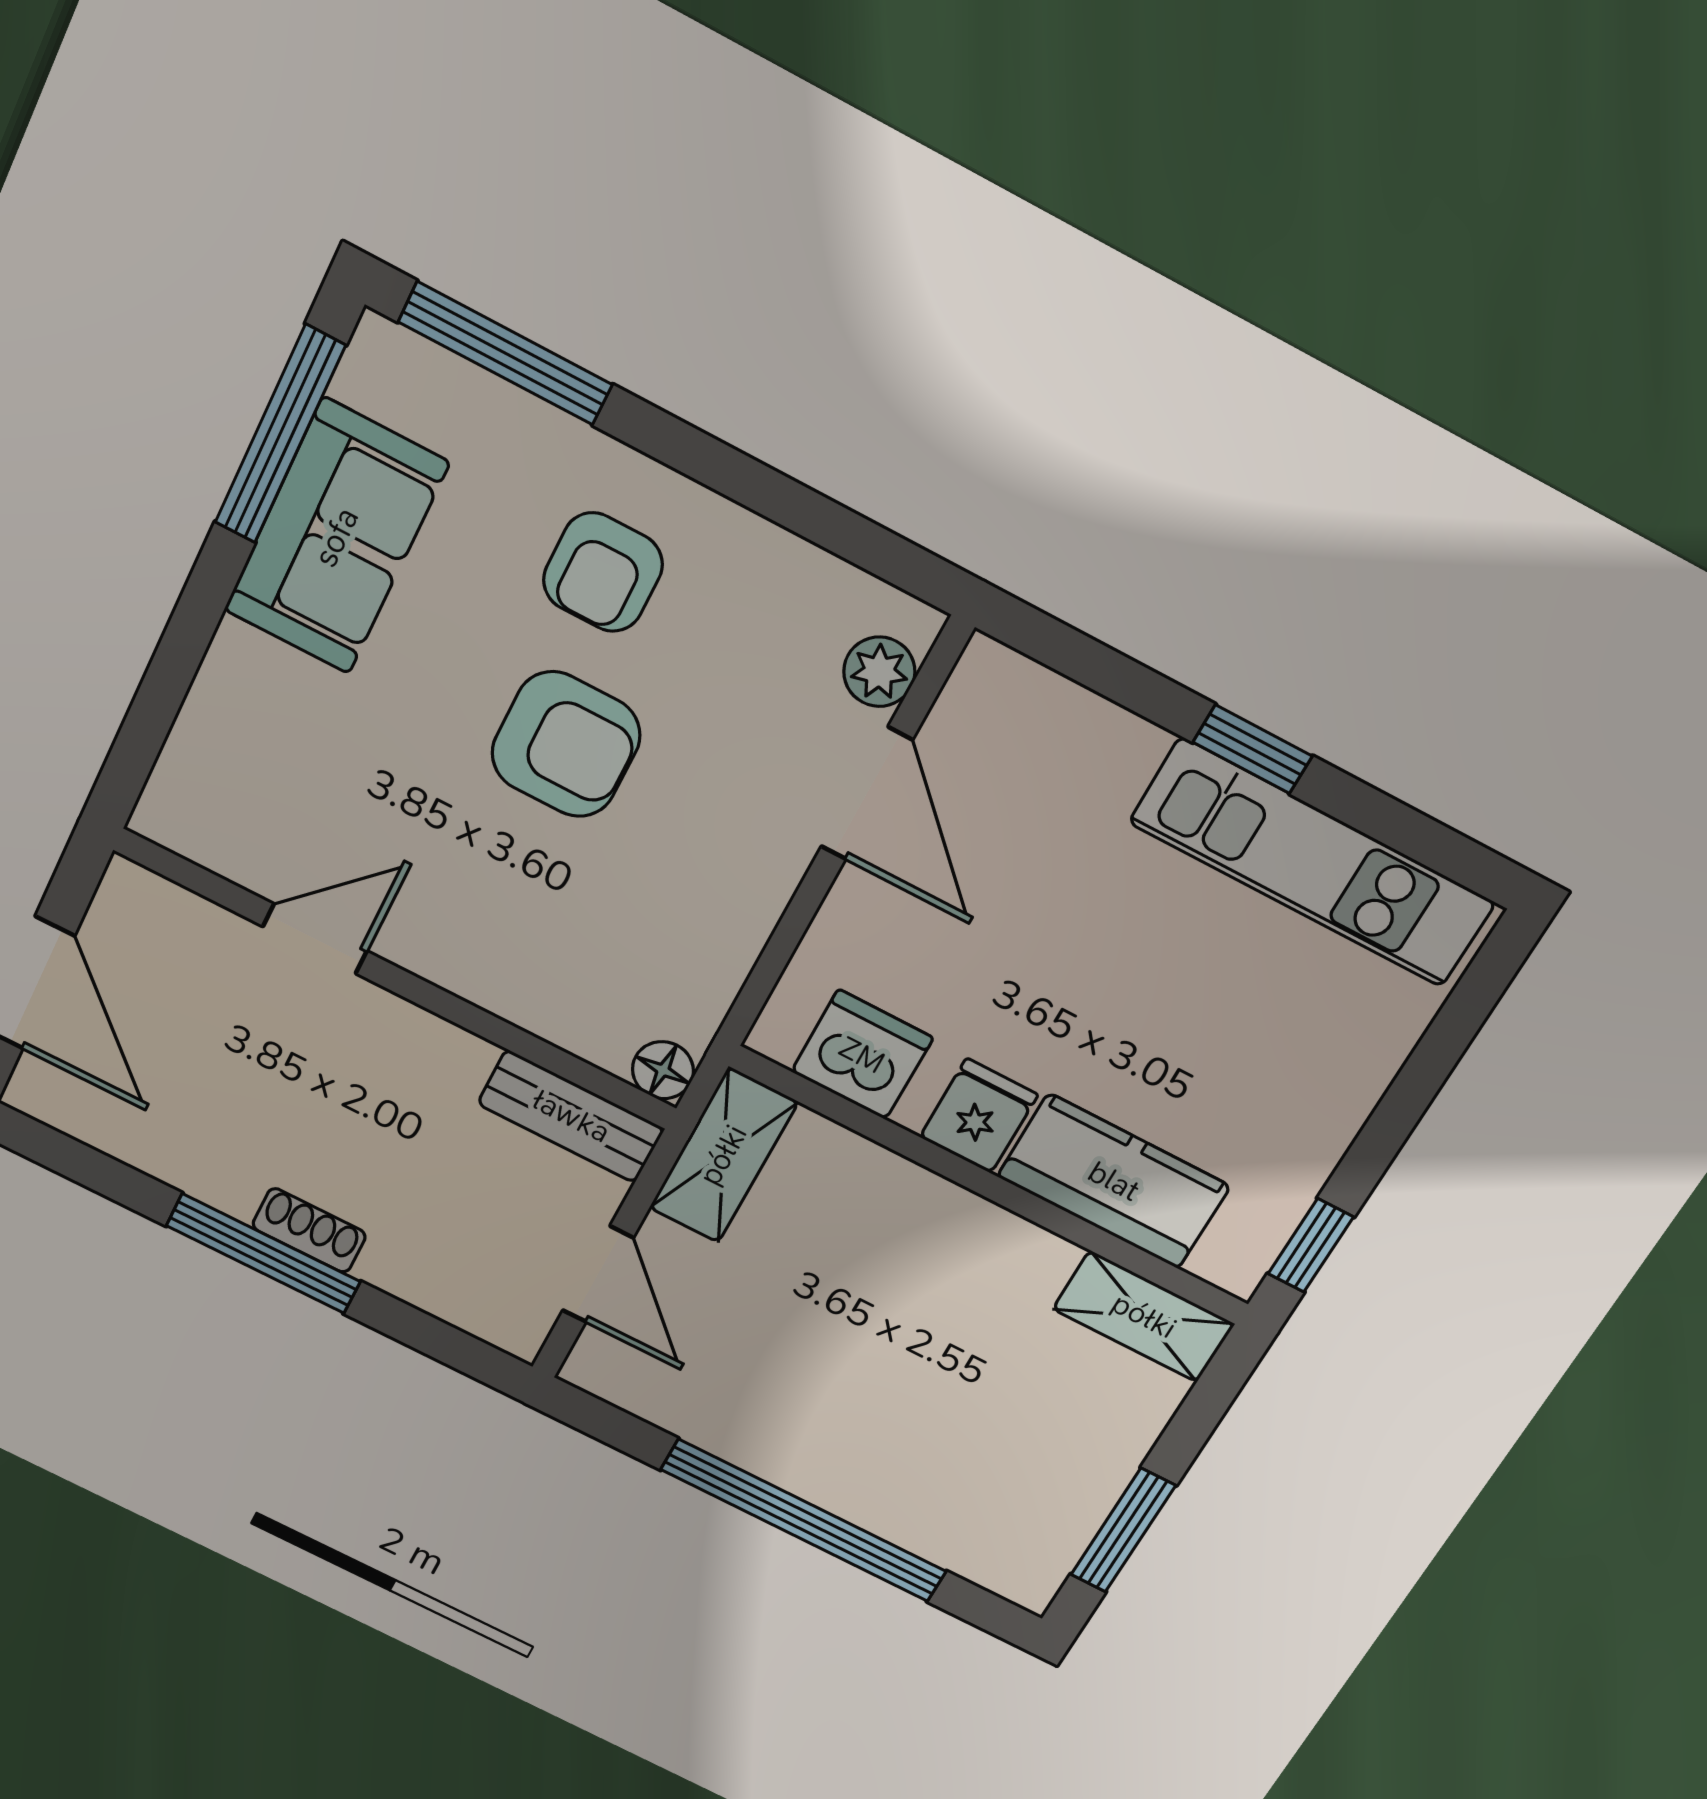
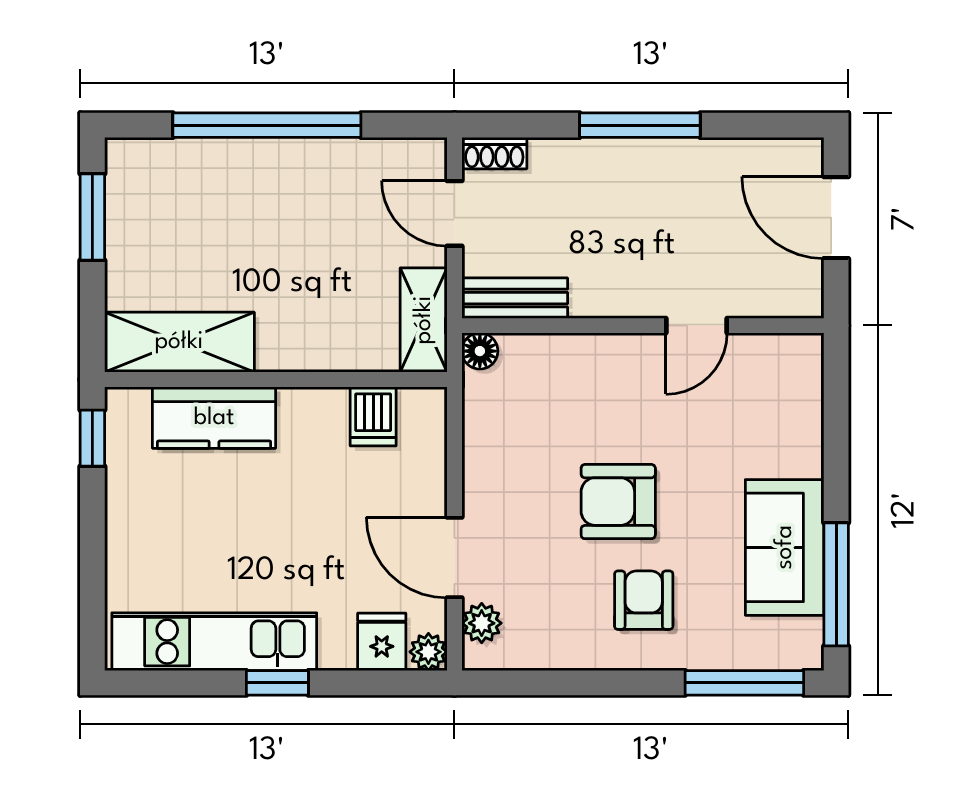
plant: (988, 672) -> (428, 652), added
dishwasher: (862, 1055) -> (373, 416), width x0.73
fridge: (979, 1116) -> (382, 642), moved, turned 180
shoe rack: (309, 1230) -> (494, 153), moved
shelving: (1144, 1316) -> (179, 342), width x1.50, depth x1.33

